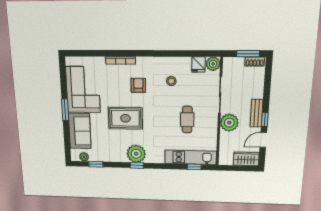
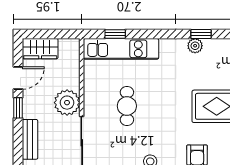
bench: (256, 113) -> (30, 139), moved
plant: (136, 154) -> (195, 46), width x0.53, depth x0.53

